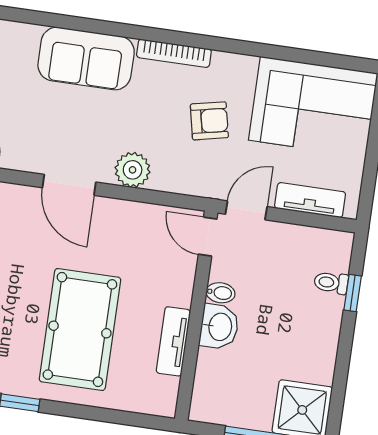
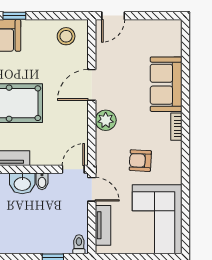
bookcase: (174, 53) -> (176, 127), width x0.64
armchair: (209, 121) -> (140, 161), turned 105
toilet: (331, 283) -> (79, 244), moved

